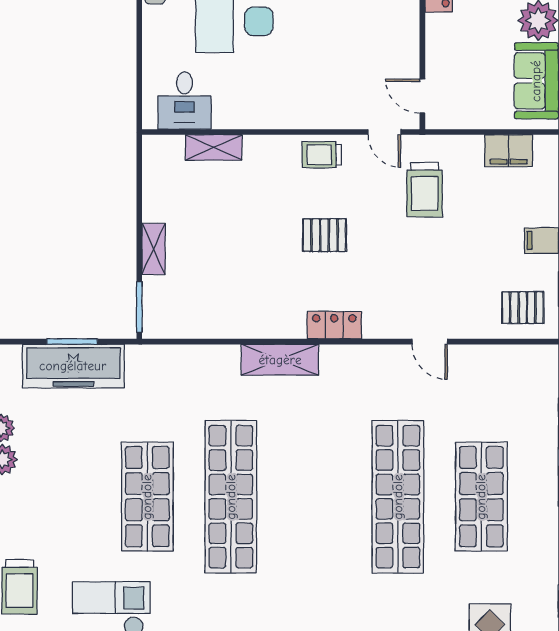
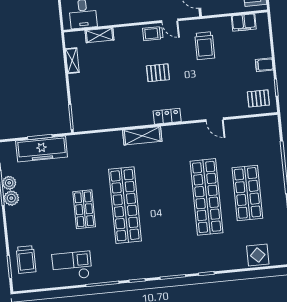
door: (384, 132) -> (170, 21), moved
shelving: (154, 249) -> (72, 61), moved
shop shelf: (147, 497) -> (84, 209), width x0.70, depth x0.74

